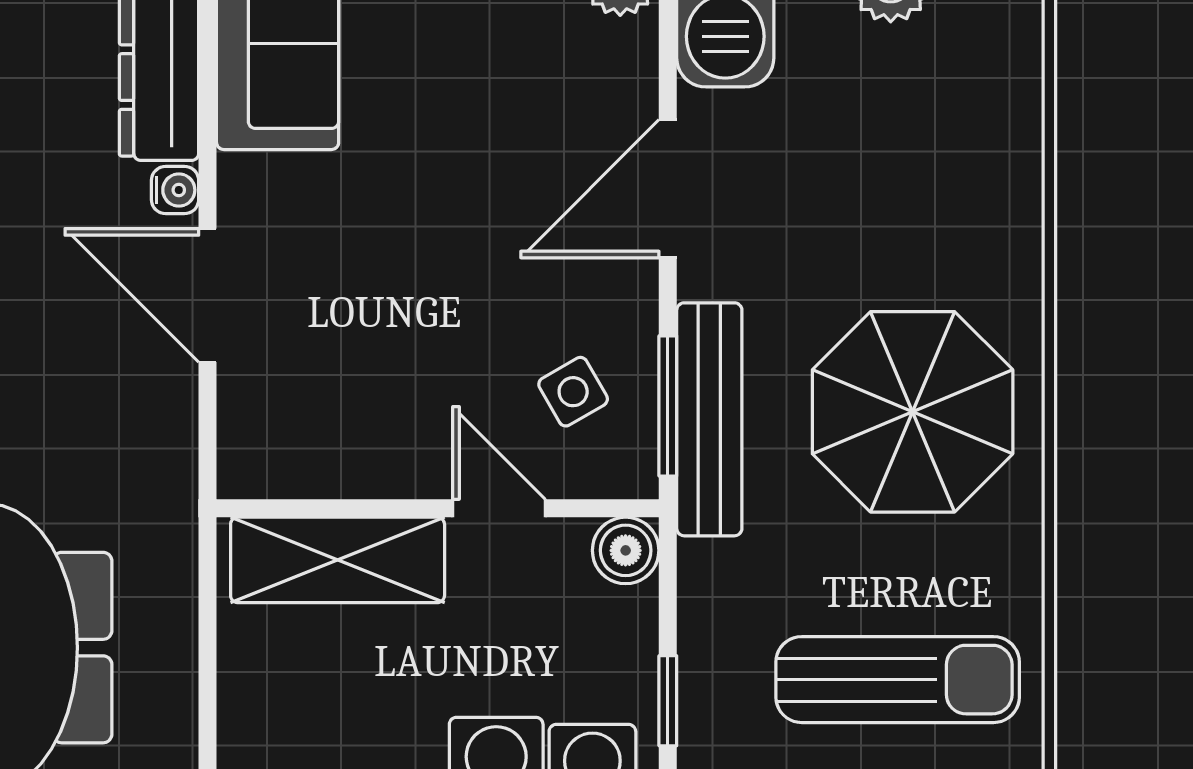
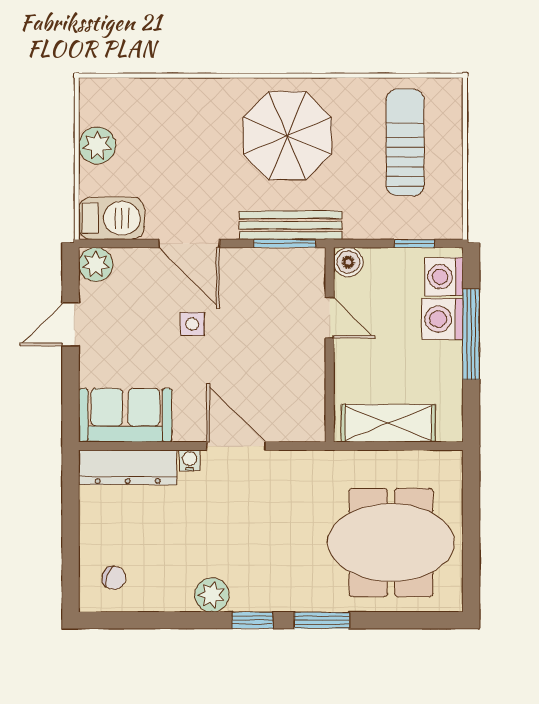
door: (208, 295) -> (236, 446), swing flipped
side table: (573, 392) -> (192, 324), moved, turned 30
door: (499, 508) -> (330, 318), swing flipped
shelving: (338, 560) -> (388, 423), moved, turned 90

